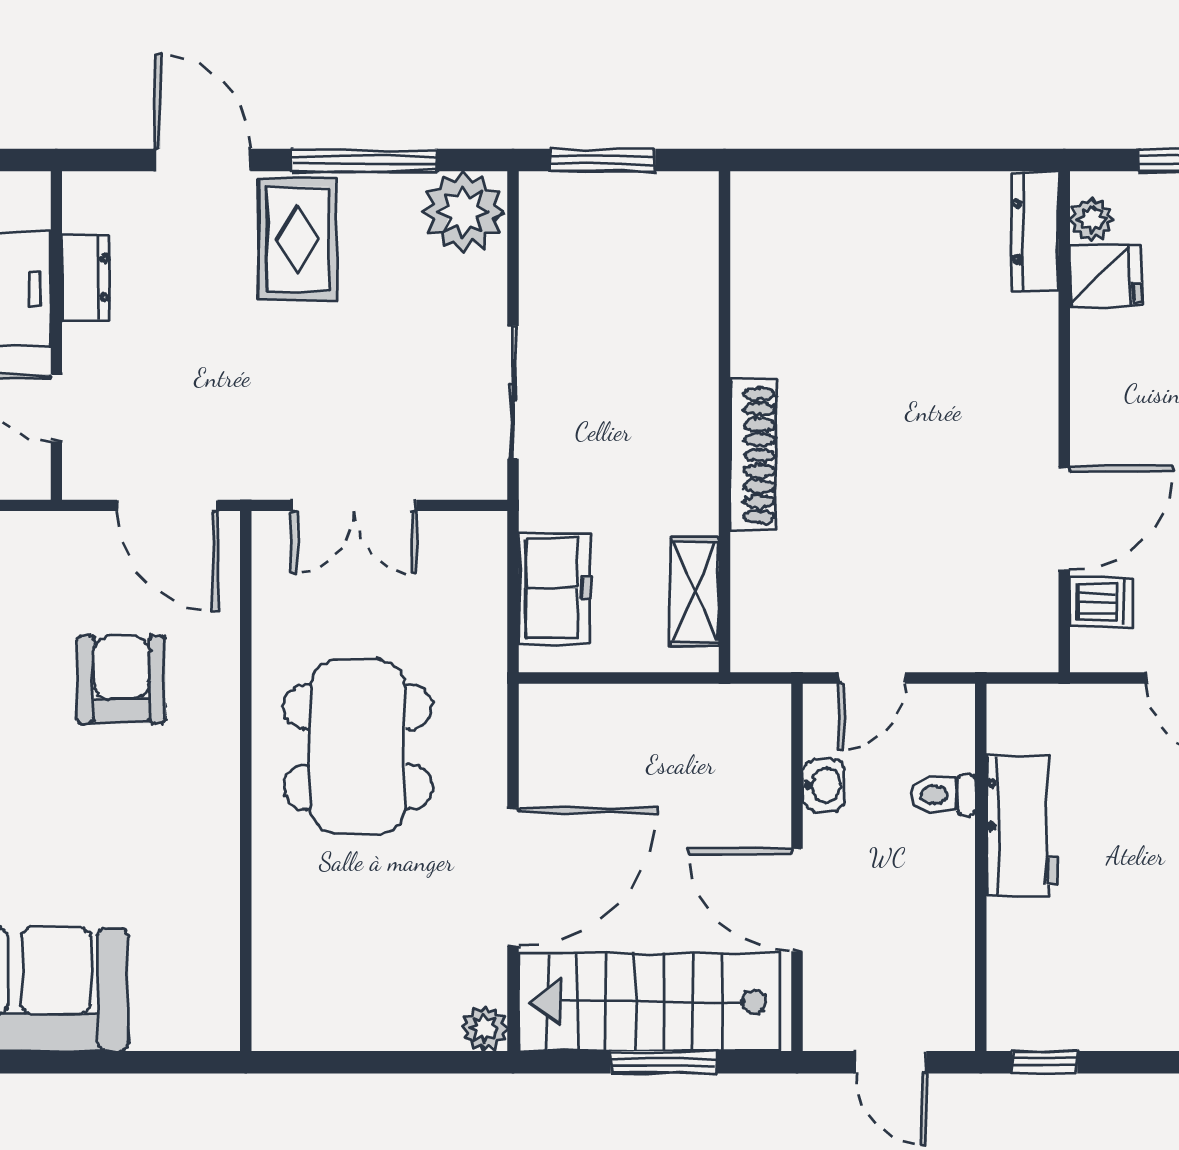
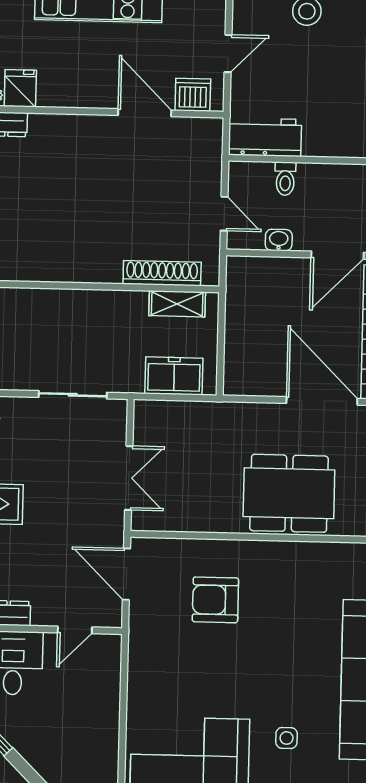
shoe rack: (753, 455) -> (162, 273), moved
door: (167, 505) -> (126, 574), swing flipped
dishwasher: (1101, 602) -> (193, 95), width x1.38
dining table: (358, 747) -> (289, 493), moved
workbench: (1023, 826) -> (265, 137), moved

